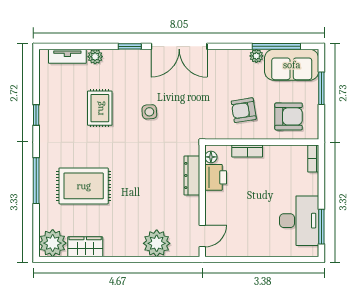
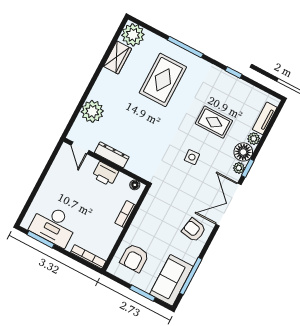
plant: (256, 56) -> (239, 168), moved
floor lamp: (115, 60) -> (243, 152), added
armchair: (244, 110) -> (194, 230), moved, turned -71
bookcase: (313, 159) -> (88, 257), width x1.56
dresser: (192, 175) -> (112, 155), moved
printer: (216, 177) -> (105, 174), moved

